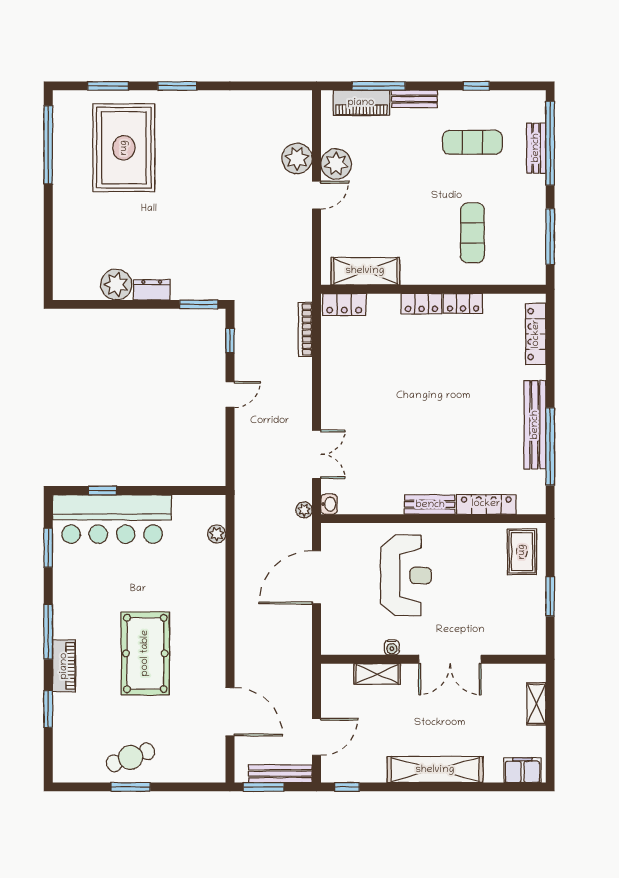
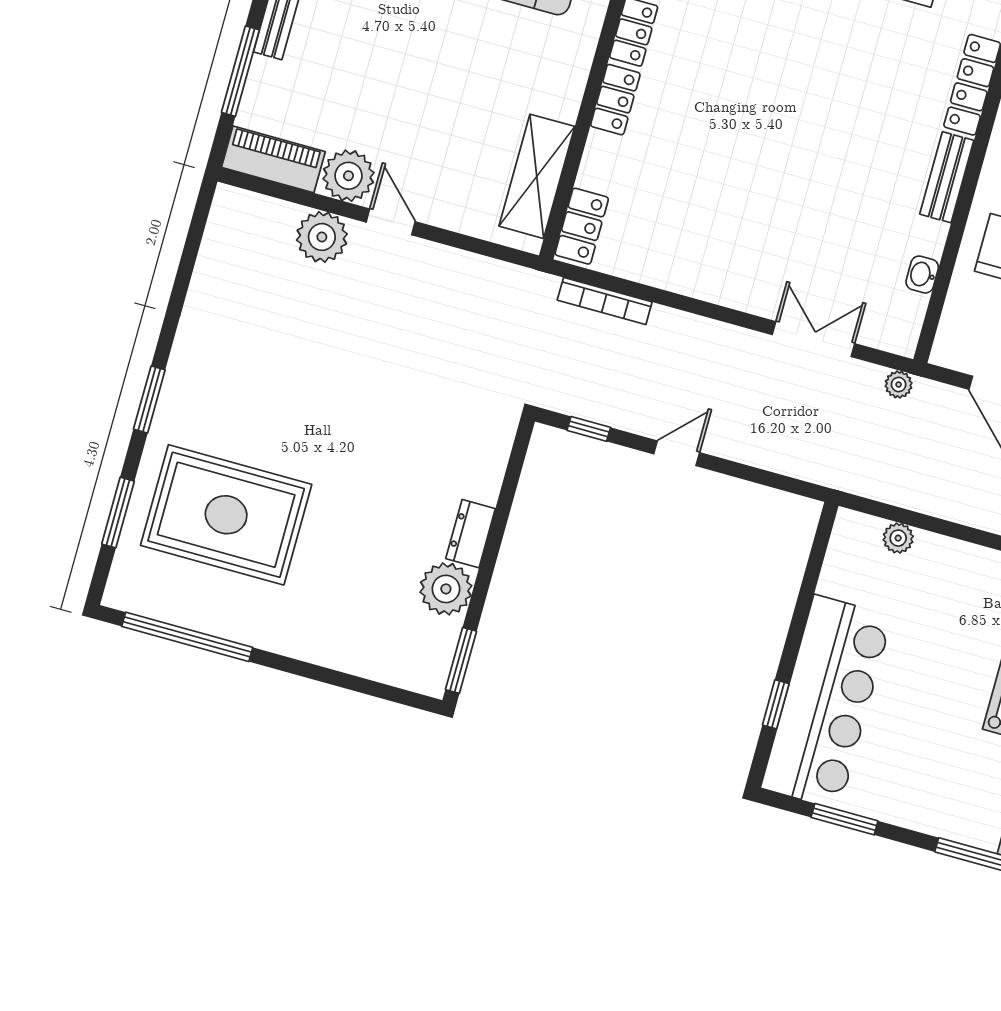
piano: (361, 103) -> (273, 159), moved, turned -90
window: (199, 304) -> (461, 660), moved
door: (230, 394) -> (677, 453), hinge flipped
washbasin: (329, 504) -> (922, 275), moved, turned -90

